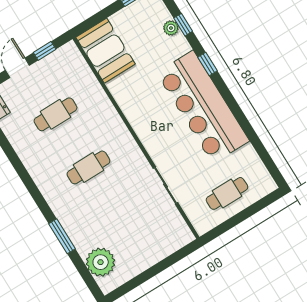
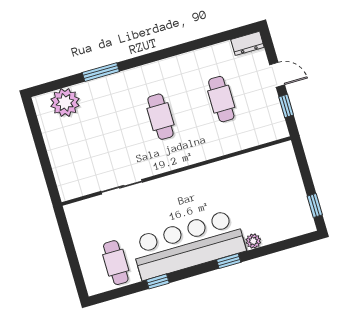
window: (183, 25) -> (158, 281), moved
plant: (171, 28) -> (253, 241), moved
booth: (105, 51) -> (270, 165), removed
cafe table: (227, 193) -> (116, 263), moved

